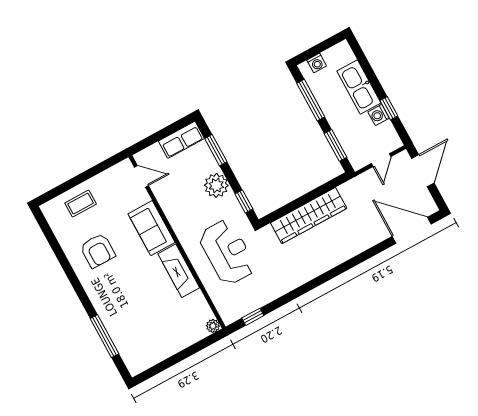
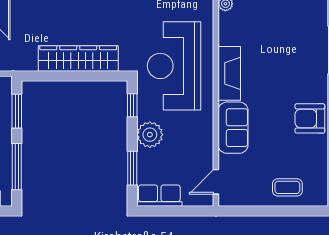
door: (141, 176) -> (216, 182), hinge flipped
armchair: (98, 251) -> (310, 118), moved, turned -90
reception desk: (227, 252) -> (174, 66), width x1.36, depth x1.30

